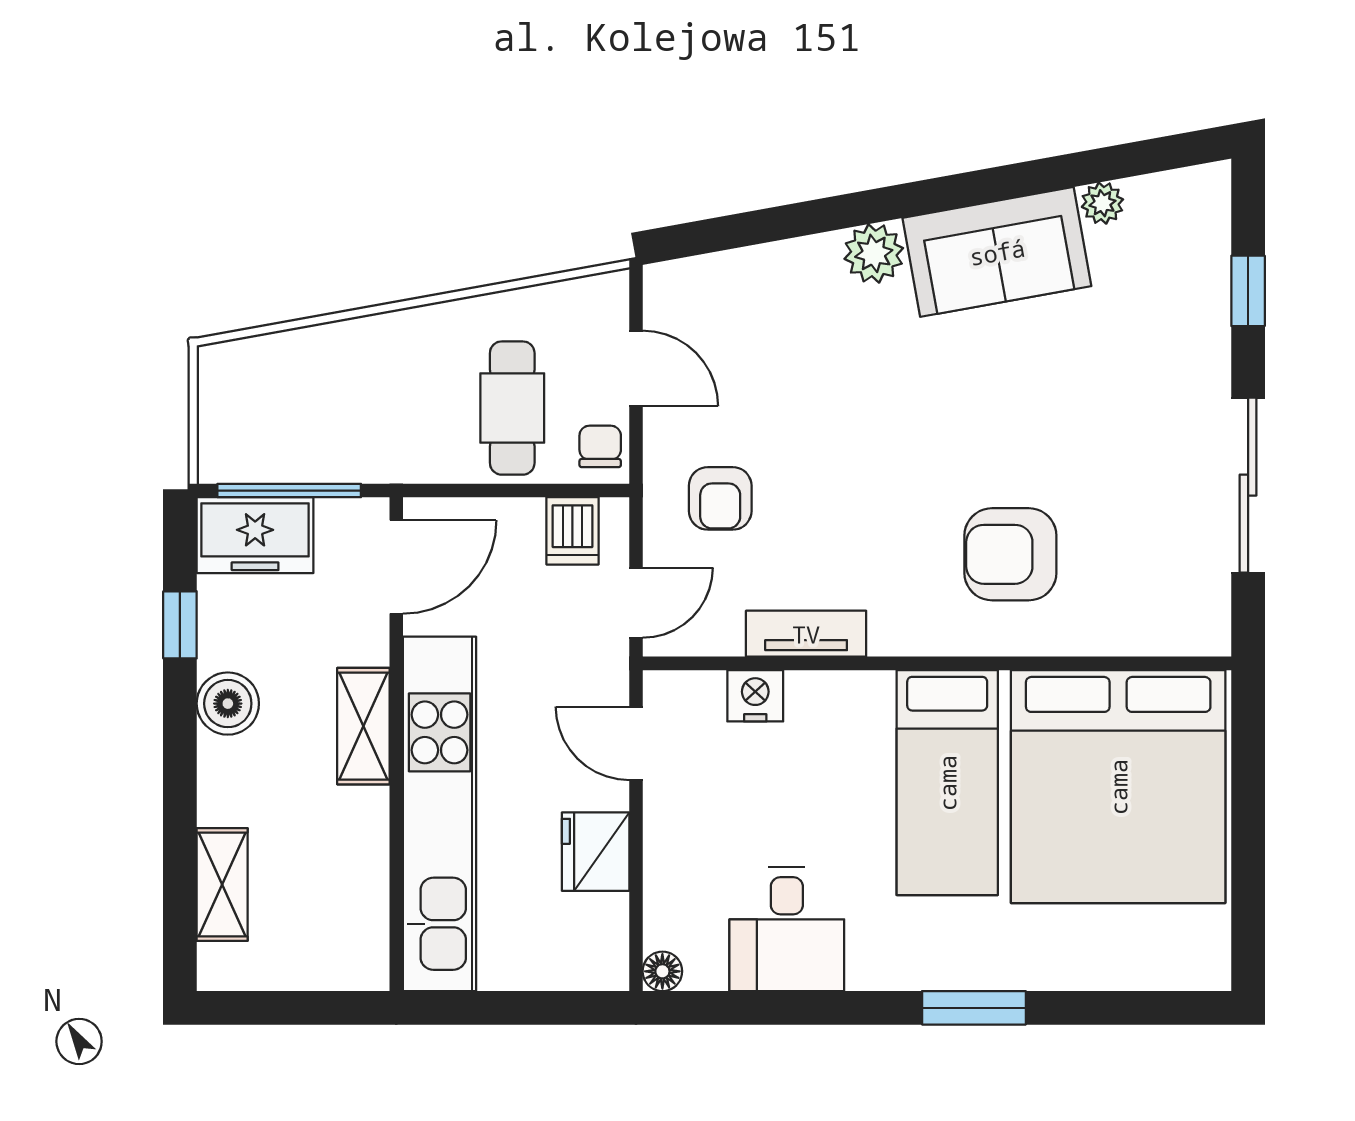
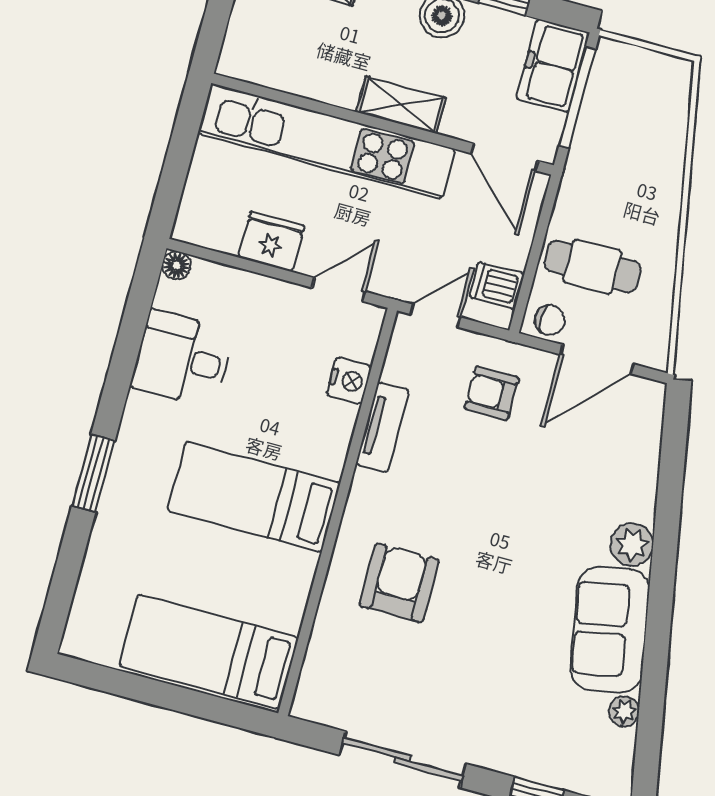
door: (636, 368) -> (597, 359), width x1.38
door: (636, 603) -> (435, 316), swing flipped
bed: (1118, 787) -> (209, 652), width x0.49

